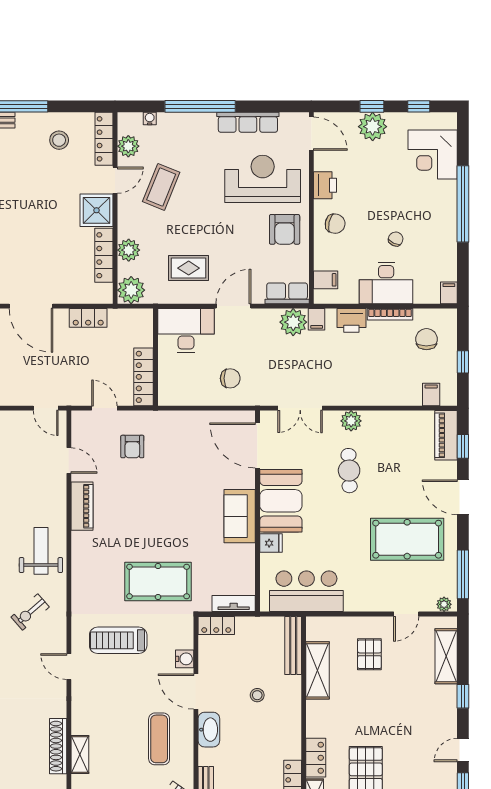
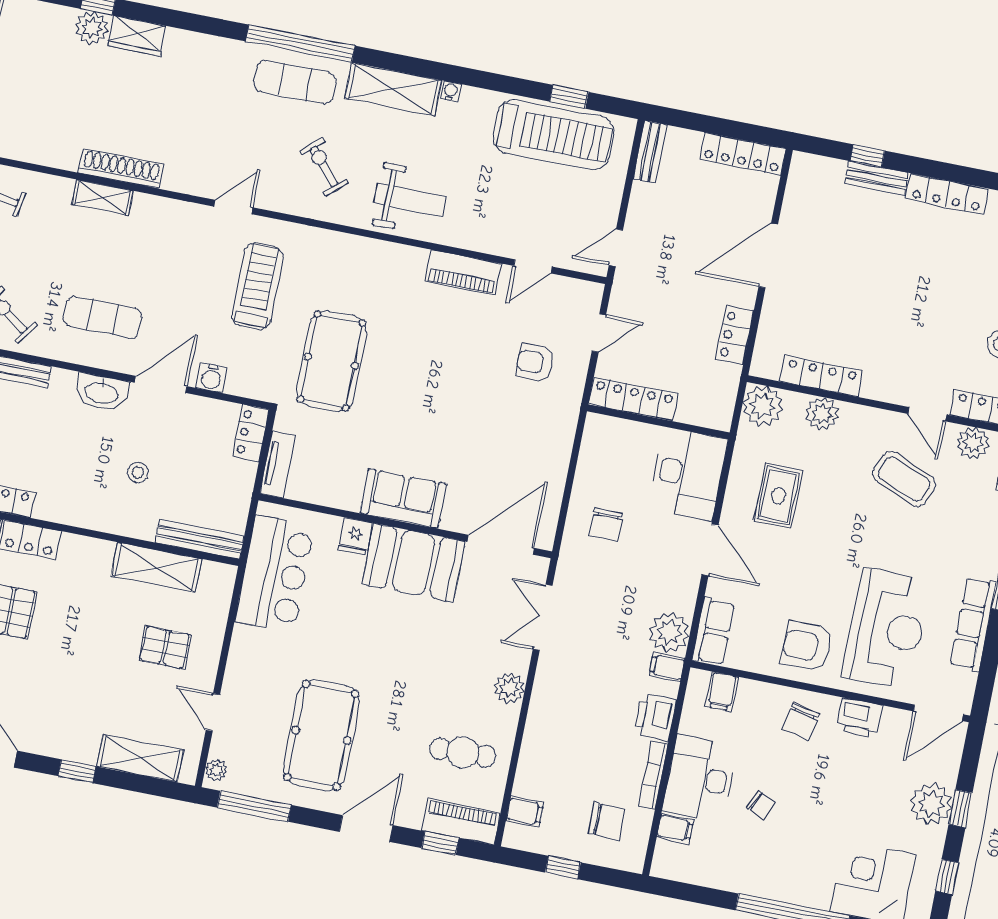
shower: (96, 210) -> (889, 378), removed
filing cabinet: (449, 293) -> (675, 829), moved
cafe table: (349, 471) -> (463, 752), moved

